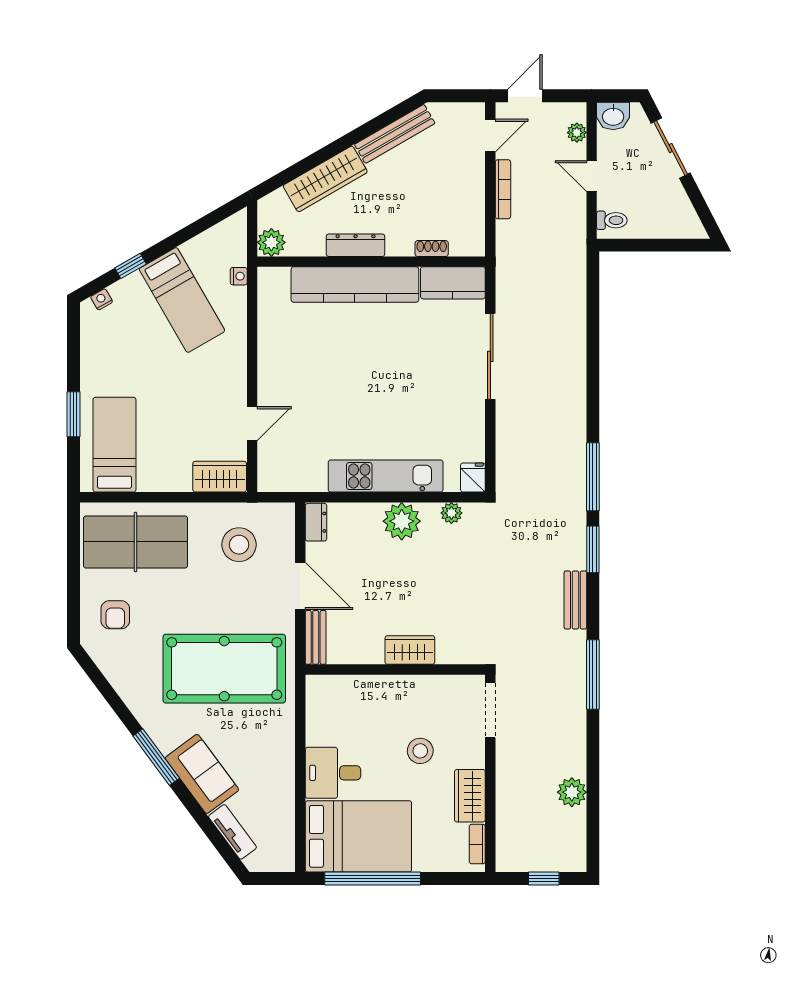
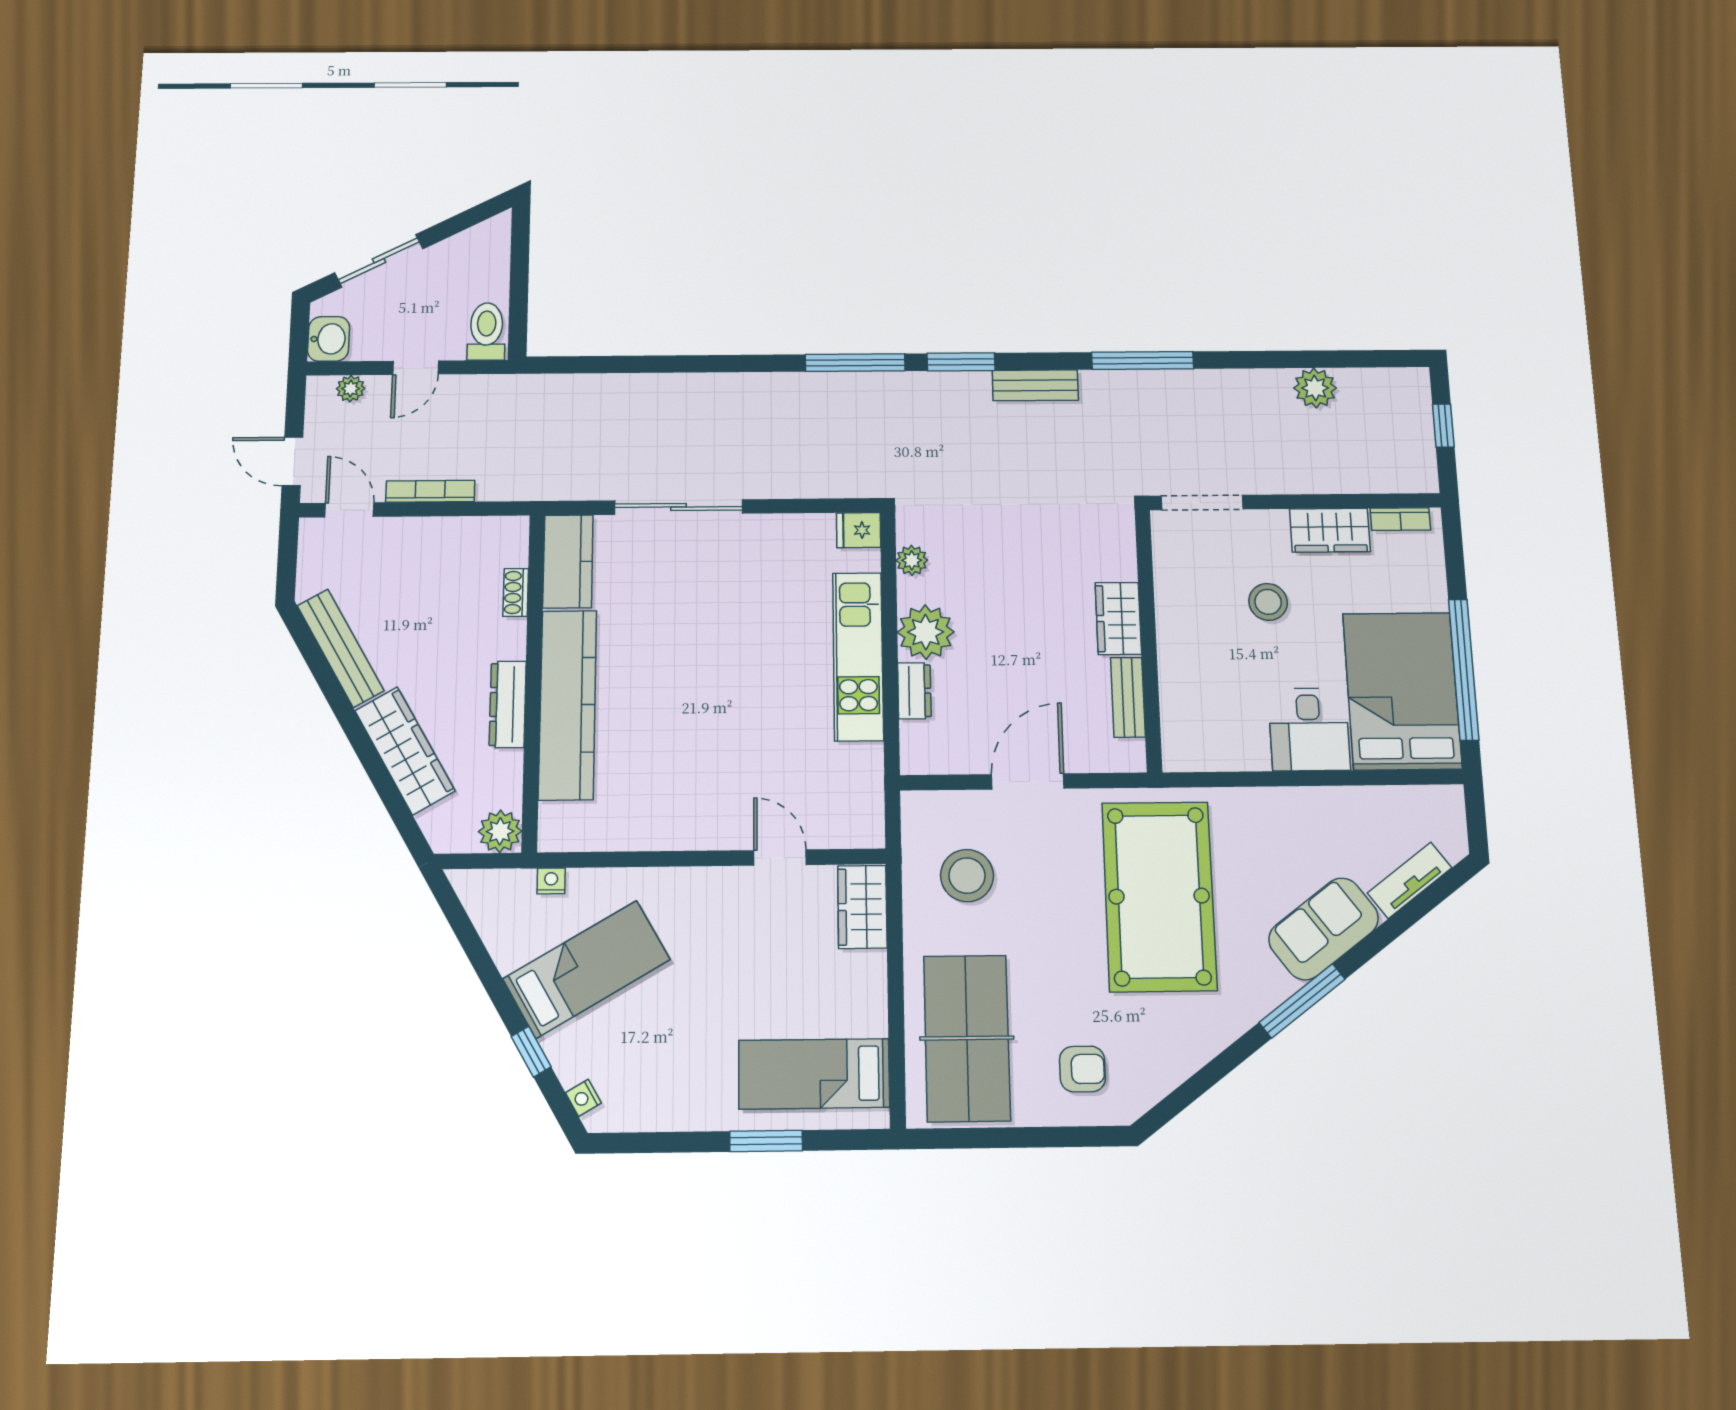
toilet: (612, 220) -> (486, 331), width x1.37, depth x1.39
dresser: (316, 522) -> (914, 691), moved, turned 90
bench: (316, 637) -> (1128, 697), moved, turned 90

